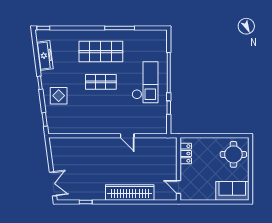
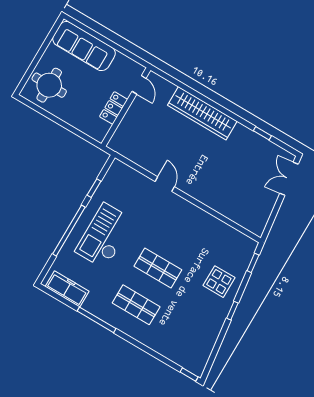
shop shelf: (101, 52) -> (136, 305), width x0.70, depth x0.74
freezer: (45, 55) -> (67, 289), moved, turned 97
locker: (186, 153) -> (114, 108), moved
sofa: (232, 191) -> (84, 46), width x1.36

